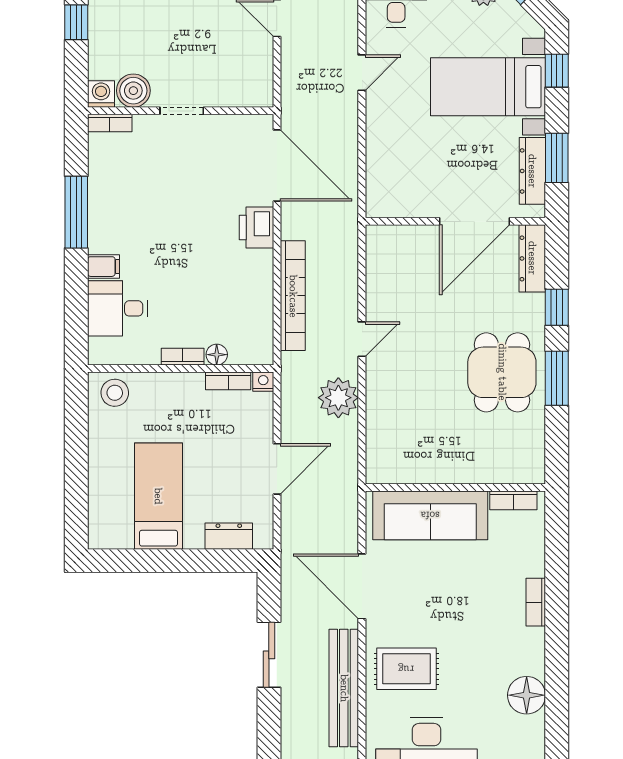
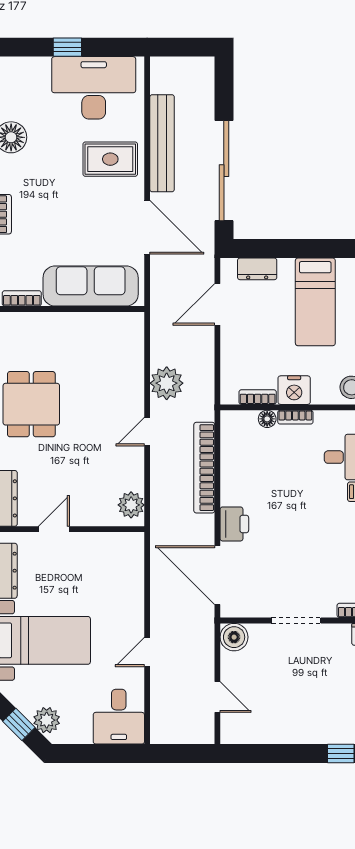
boiler: (133, 91) -> (234, 637), moved
doorway: (182, 111) -> (296, 620), width x1.38
door: (475, 221) -> (54, 529), width x0.53
plant: (381, 250) -> (131, 505), added
nightstand: (263, 382) -> (294, 390), moved, width x1.89, depth x1.79
door: (277, 469) -> (217, 304), moved
sliding door: (269, 655) -> (224, 171), width x1.86

